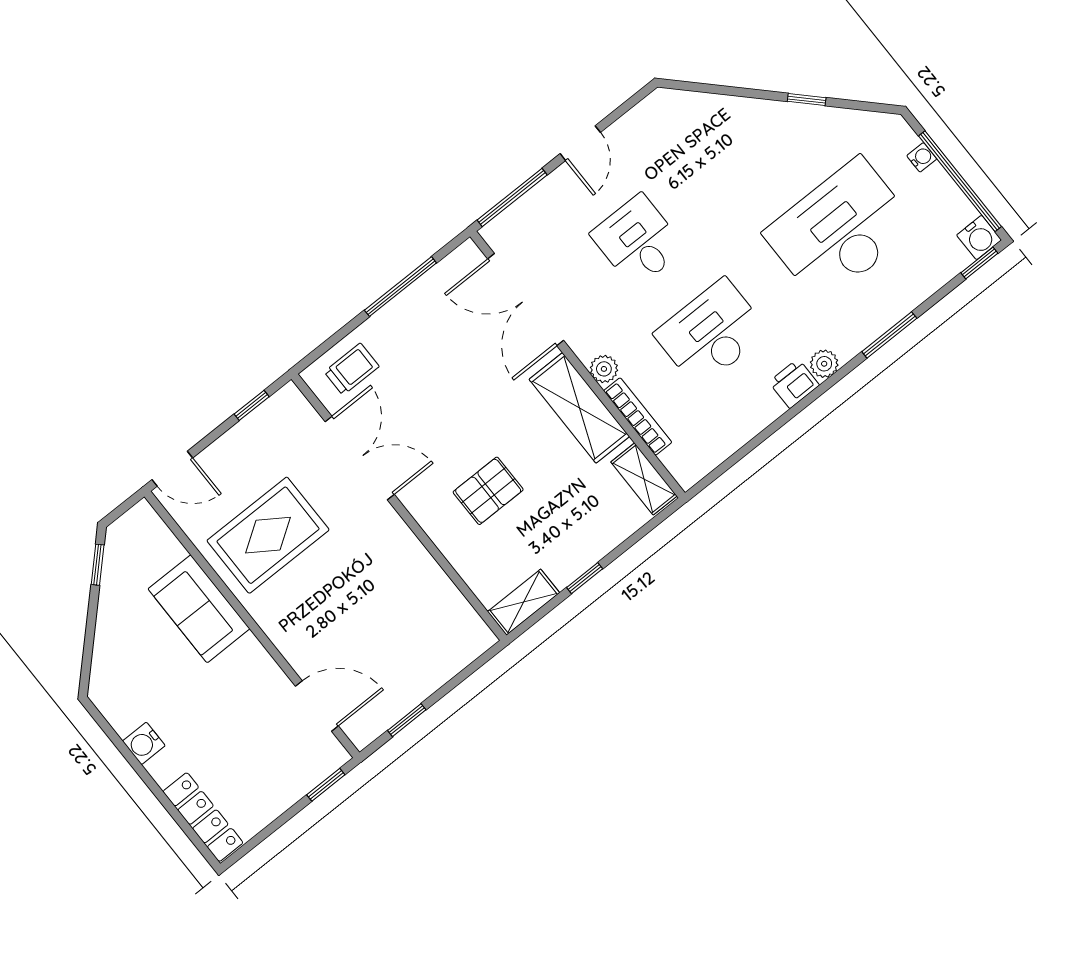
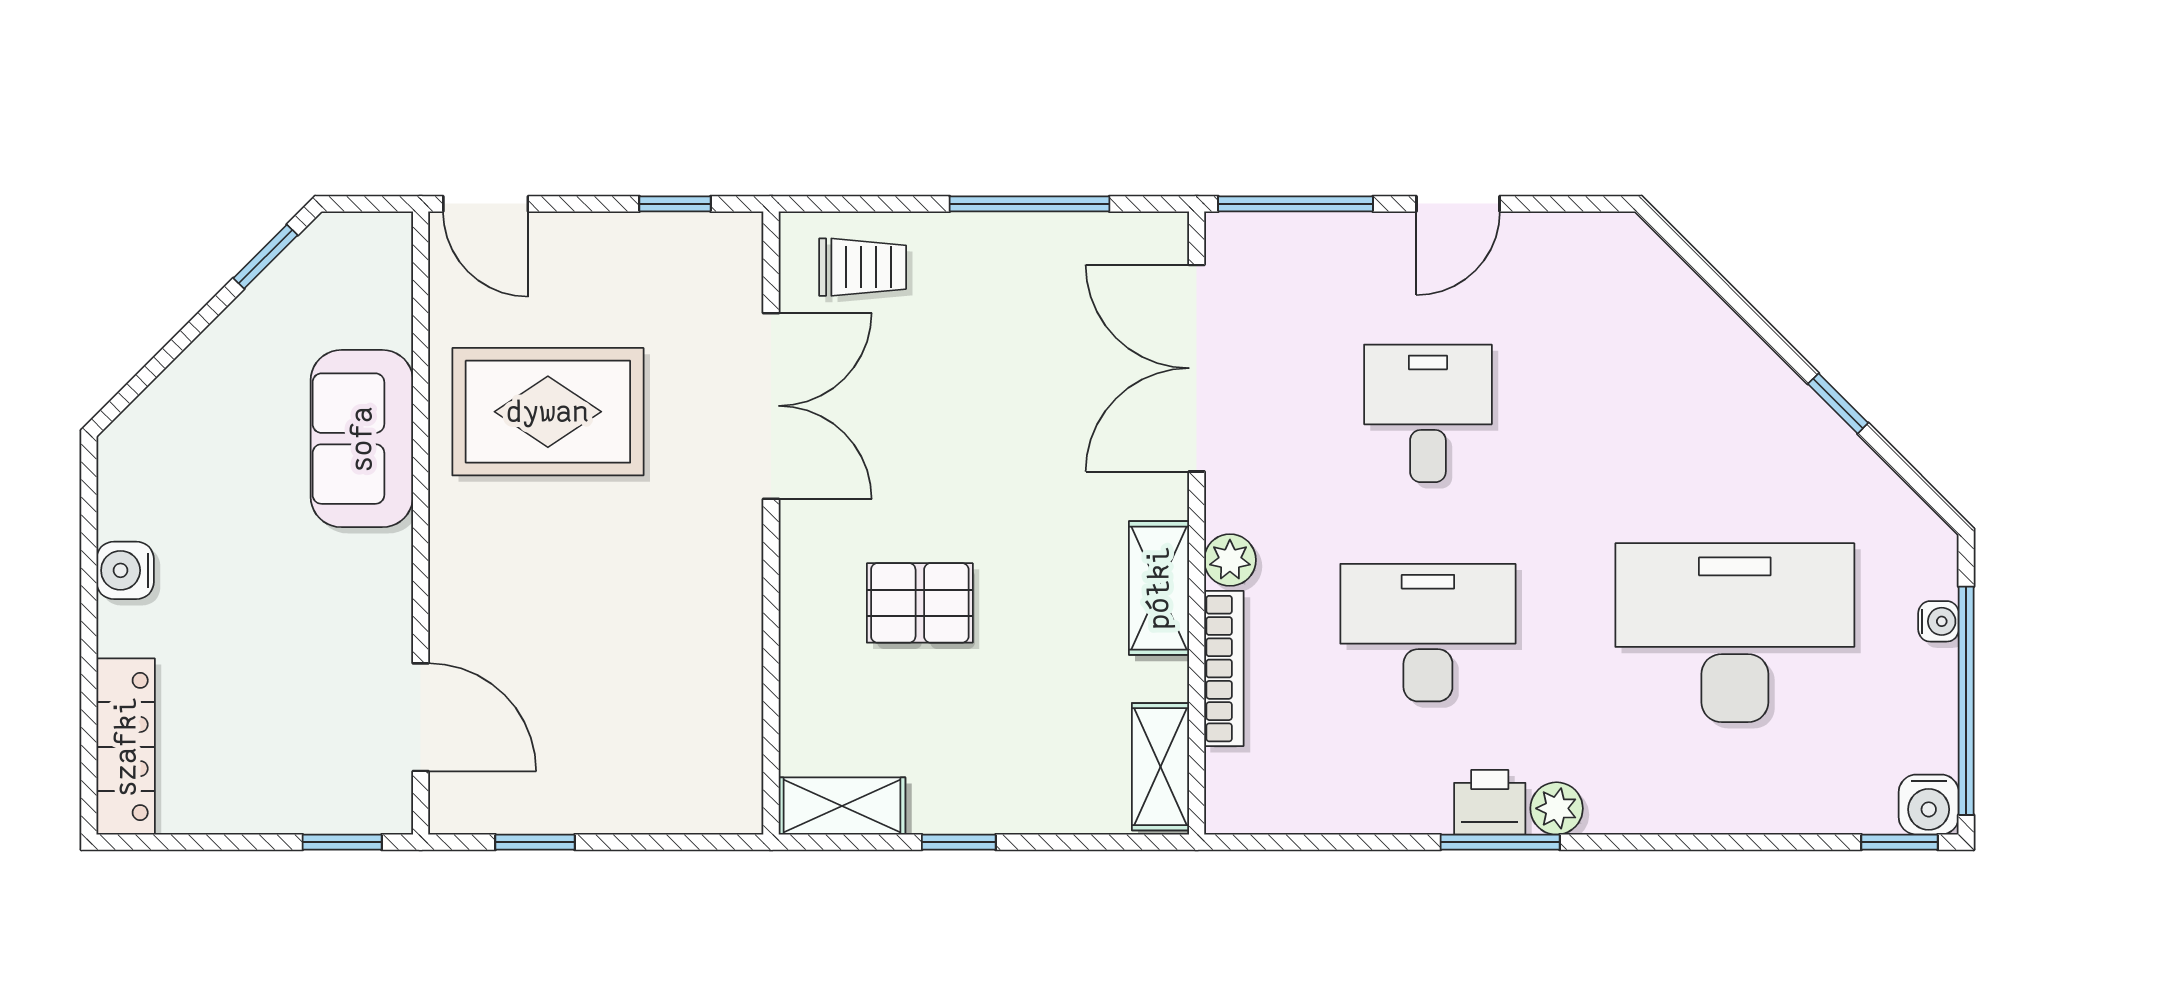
window: (889, 335) -> (1500, 842), moved
shelving: (579, 408) -> (1159, 588), width x0.67, depth x0.75

